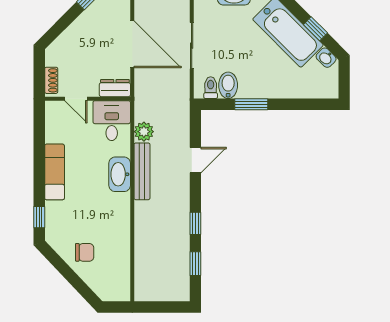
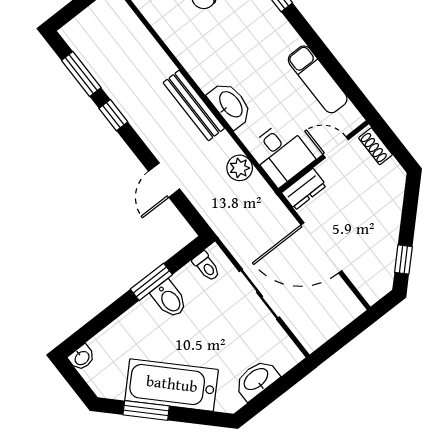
window: (315, 29) -> (146, 410), width x1.50
washbasin: (326, 58) -> (82, 358), moved, turned 135
bidet: (228, 85) -> (169, 299), moved
bench: (142, 171) -> (194, 105), moved
exam couch: (55, 172) -> (318, 79), moved
window: (195, 264) -> (81, 74), width x1.50

